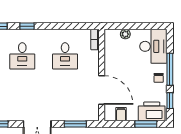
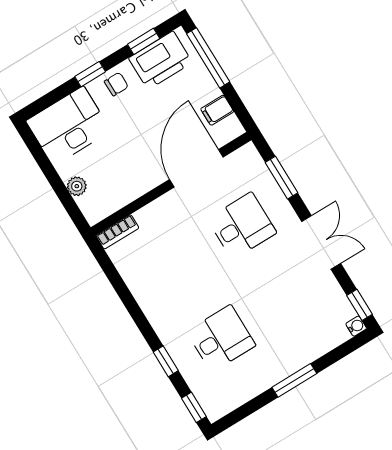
desk: (65, 56) -> (242, 226), moved
window: (170, 69) -> (90, 74), width x0.46
printer: (152, 111) -> (160, 60), moved, turned -90
window: (146, 124) -> (208, 58), width x1.44

